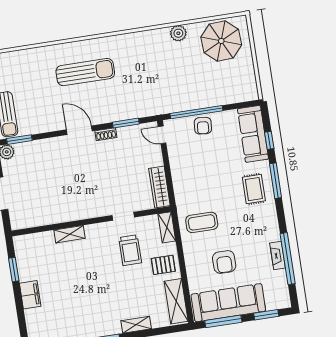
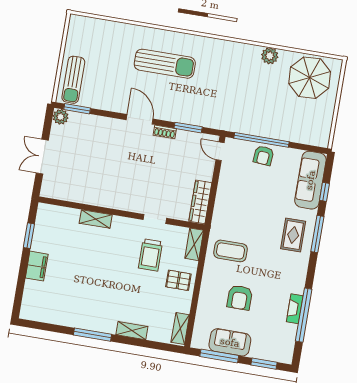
shelving: (176, 301) -> (180, 328), width x0.67, depth x0.75
sofa: (228, 303) -> (230, 342), width x0.54, depth x0.79

